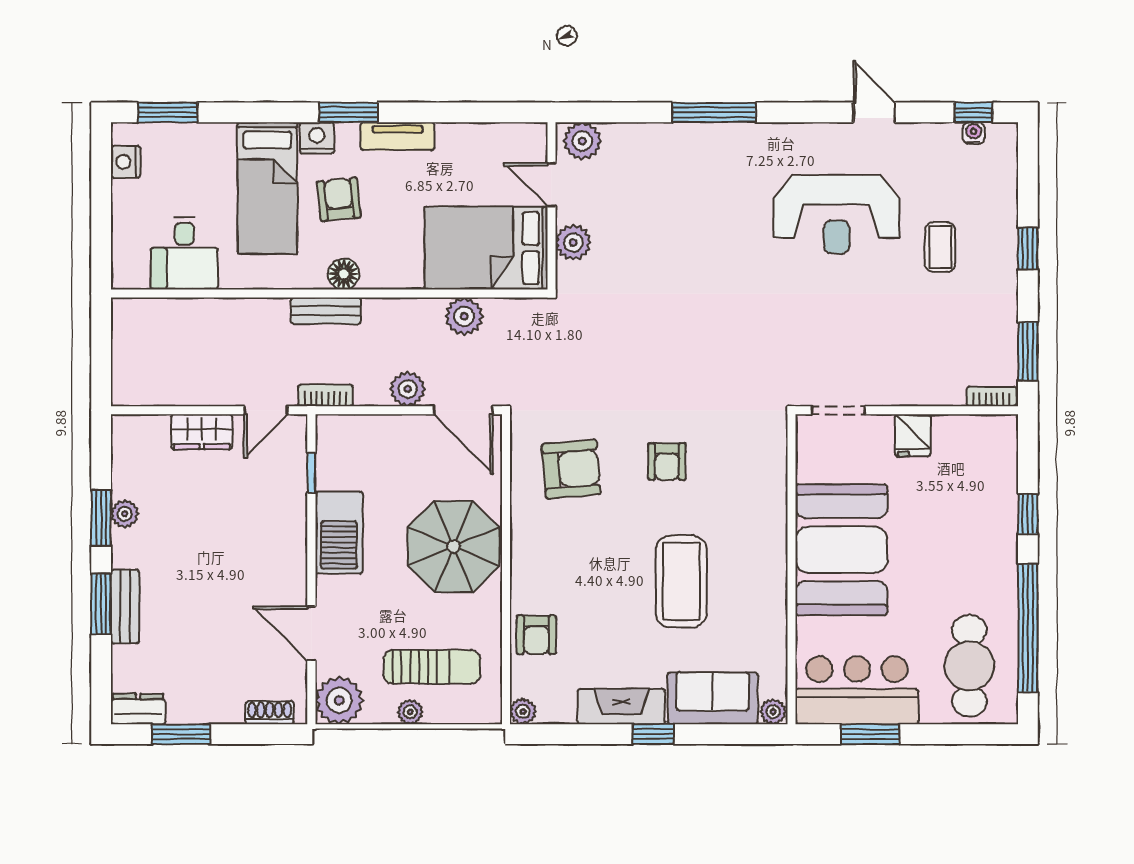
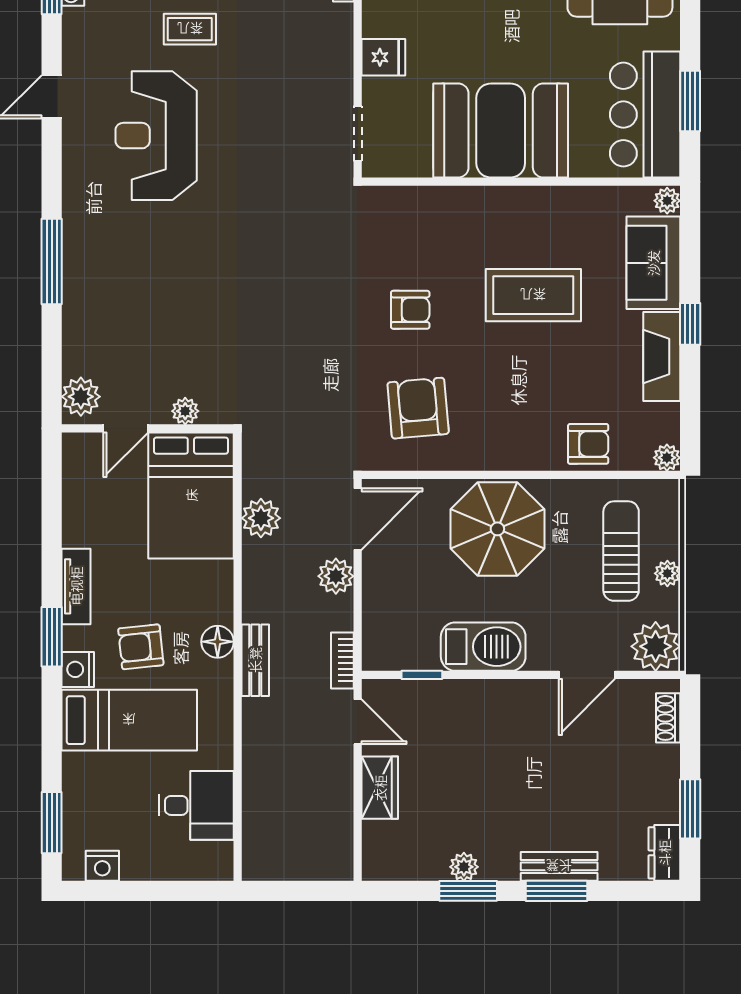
reception desk: (836, 214) -> (156, 136), turned 180
plant: (573, 243) -> (185, 411), width x0.73, depth x0.73

